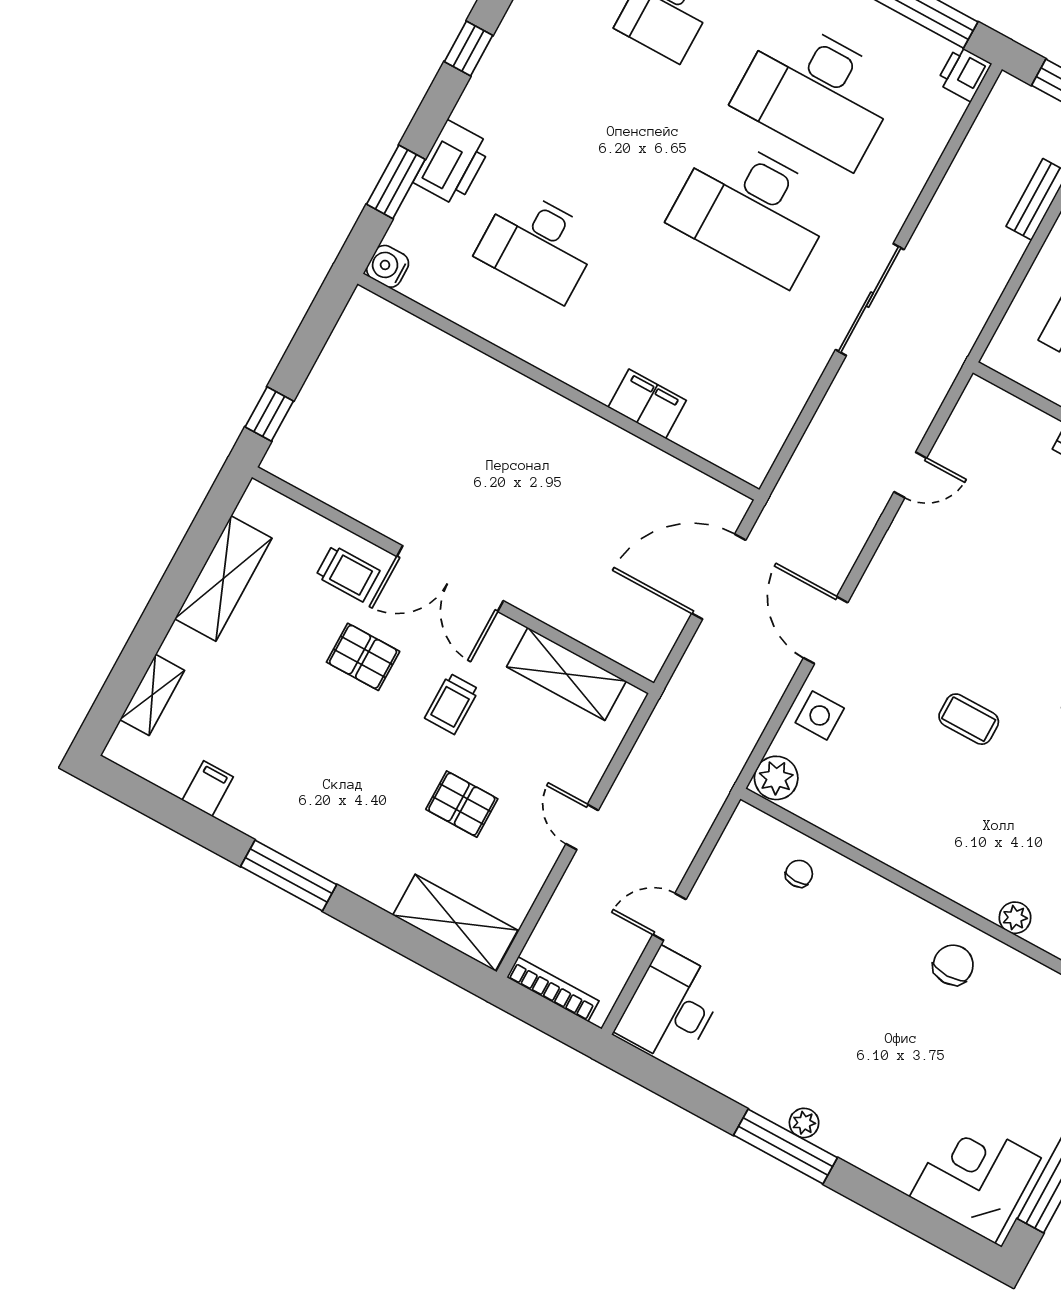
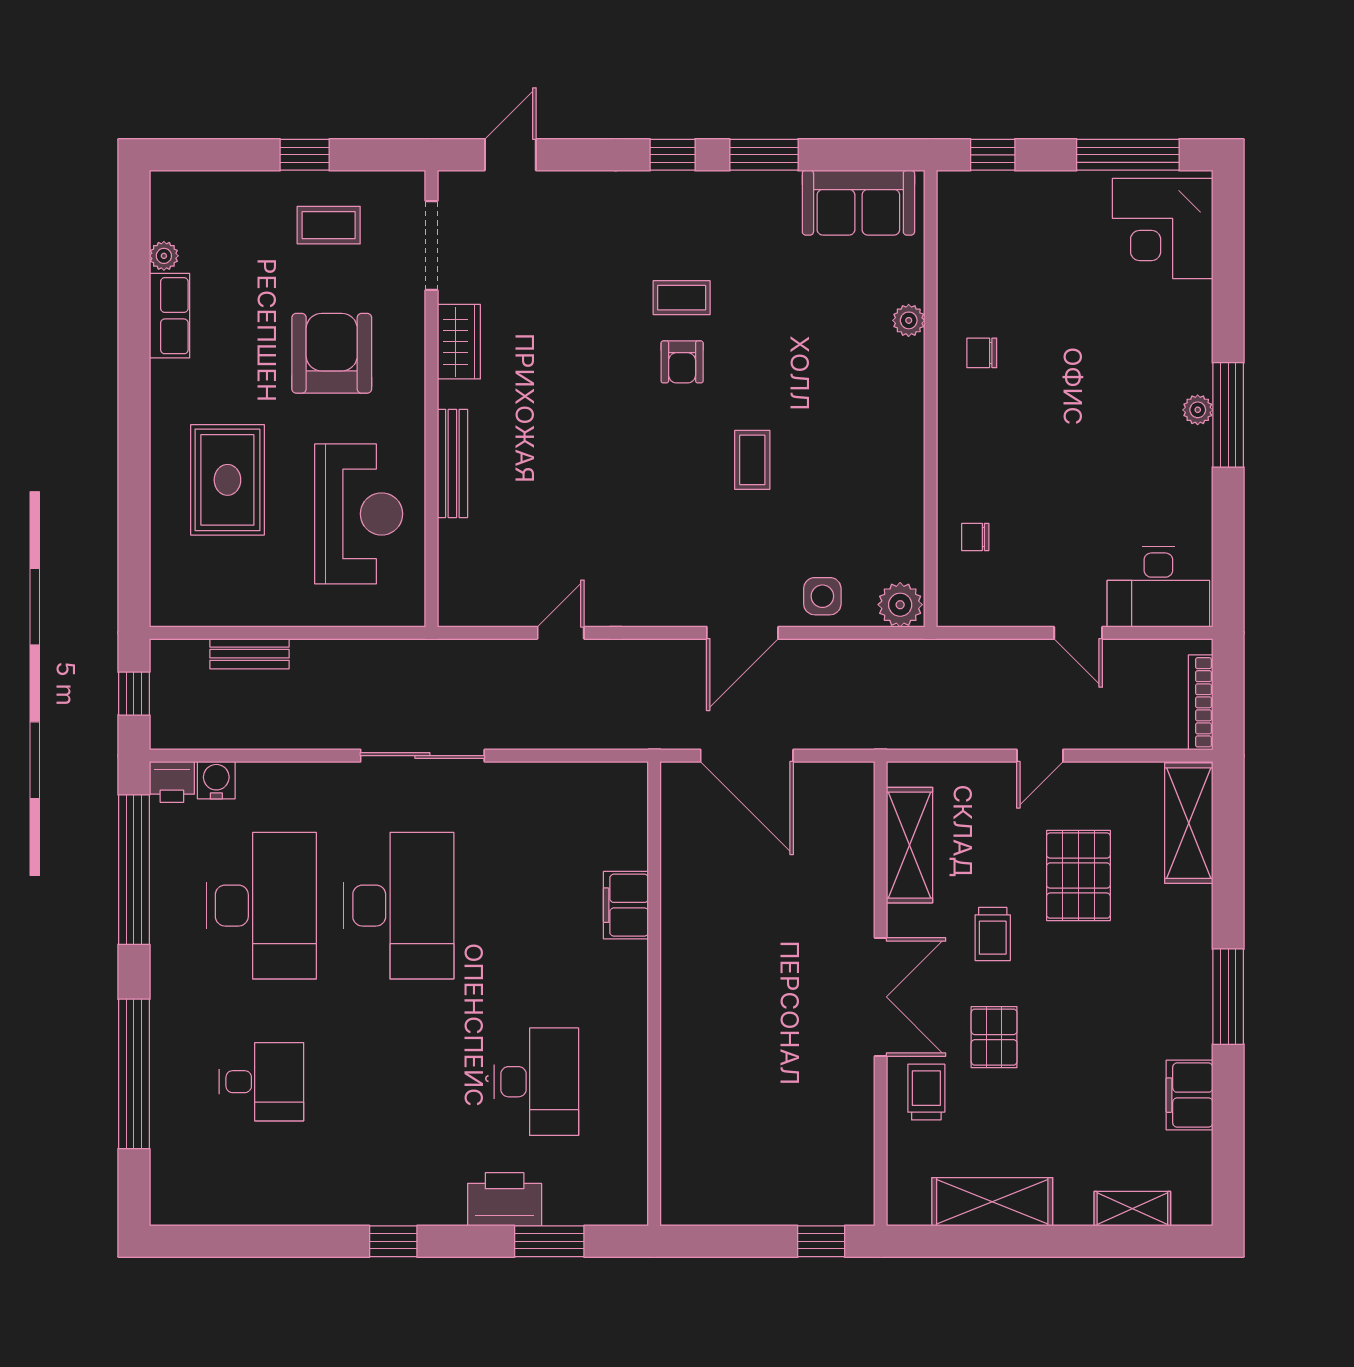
water cooler: (388, 266) -> (216, 780), moved, turned 180
door: (910, 475) -> (561, 633), hinge flipped
trolley: (452, 704) -> (993, 934), turned 90
filing cabinet: (208, 789) -> (1189, 1095), width x2.00
pallet: (462, 804) -> (1078, 876), width x1.50, depth x1.42
chair: (953, 965) -> (982, 353), width x0.73, depth x0.73

